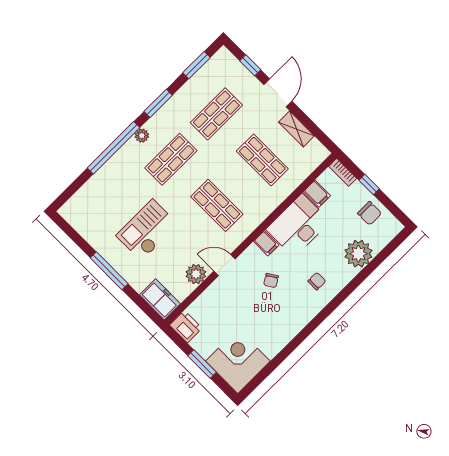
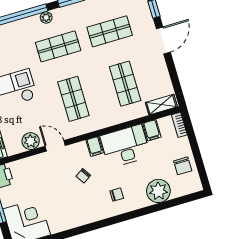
shelving: (296, 129) -> (161, 105), moved, turned 90
window: (369, 185) -> (194, 144), removed

